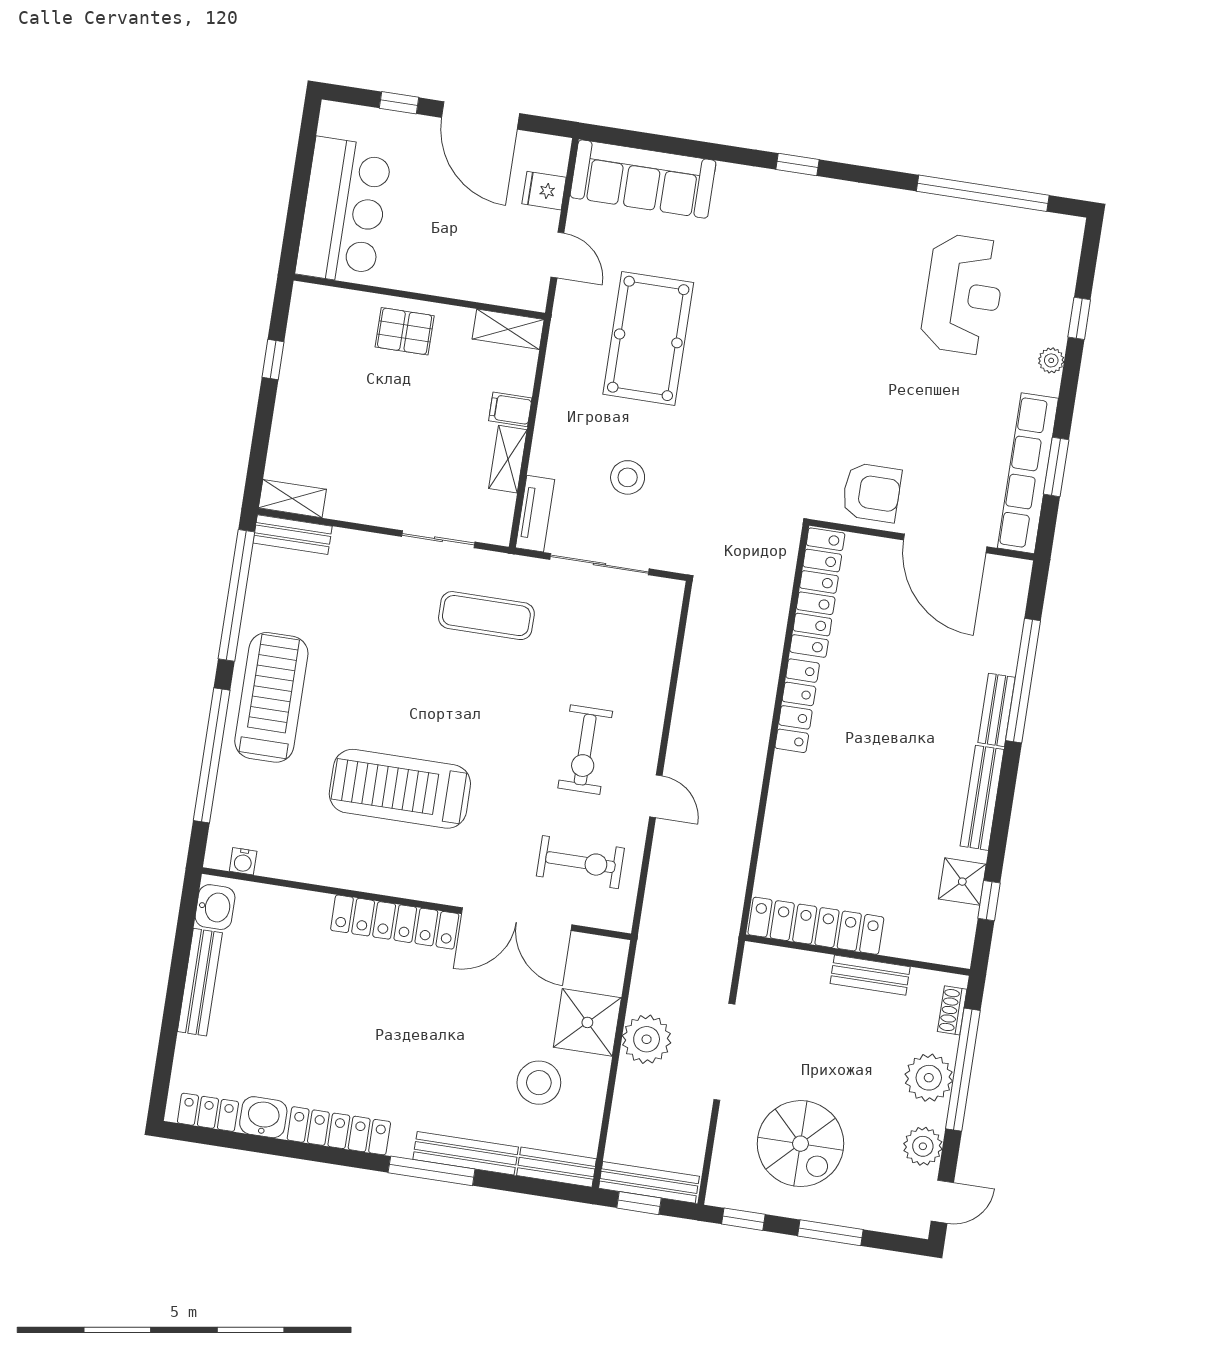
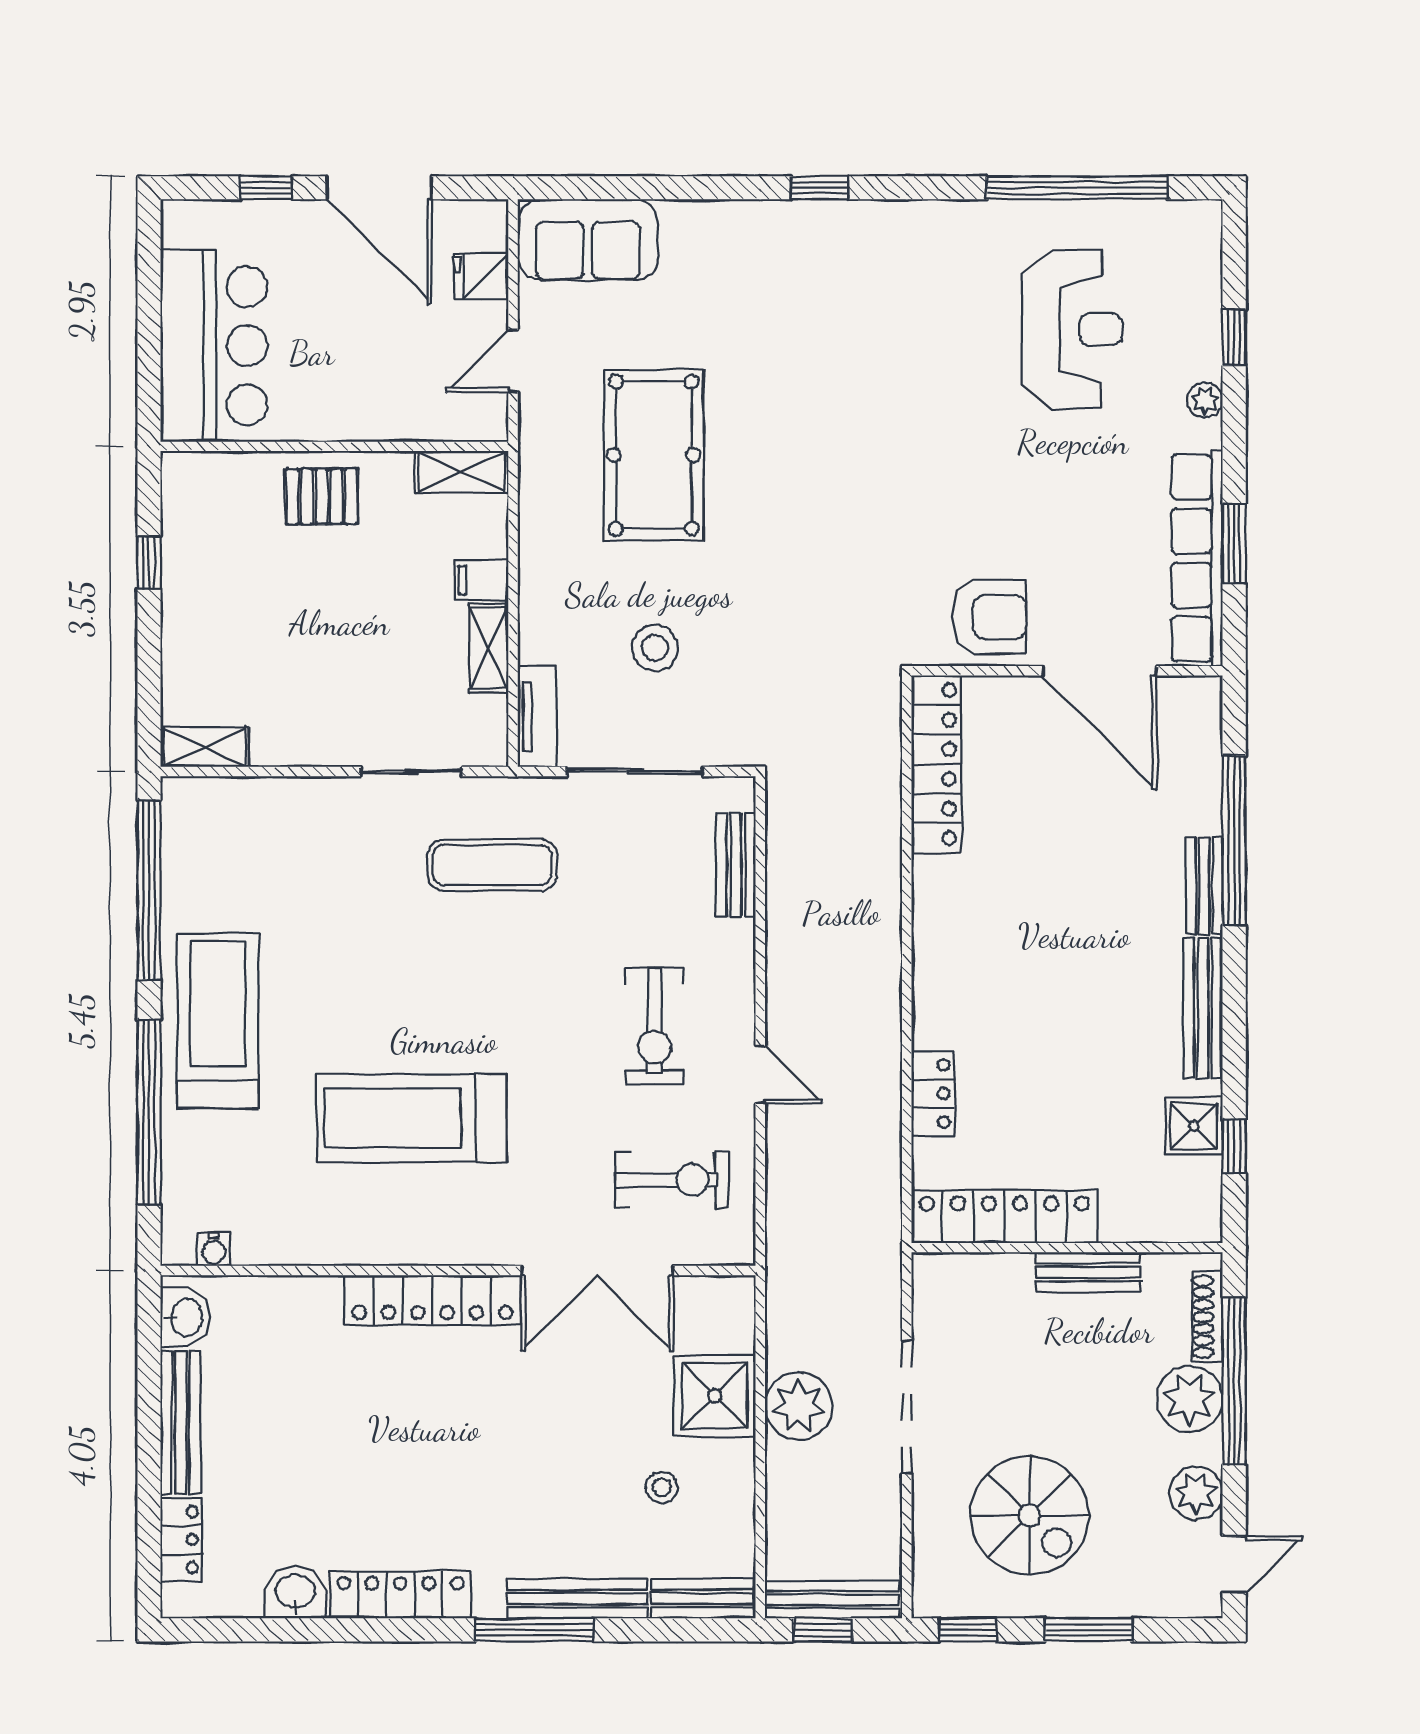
sofa: (643, 179) -> (588, 240), width x0.73
door: (557, 255) -> (513, 361), swing flipped
bench: (293, 535) -> (736, 865), moved, turned 90
locker: (797, 706) -> (933, 1094), moved, width x0.66
shoe rack: (952, 1010) -> (1207, 1317), width x1.43
stool: (539, 1083) -> (662, 1488), width x0.53, depth x0.53
locker: (208, 1112) -> (182, 1540), moved, turned 90

